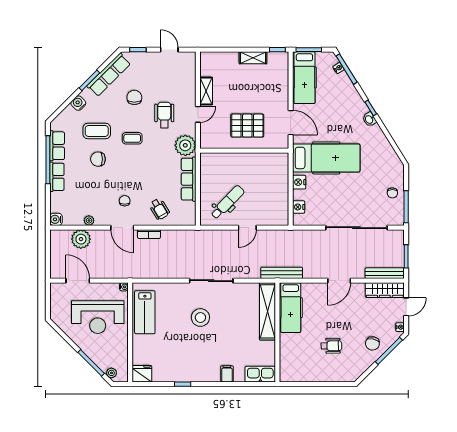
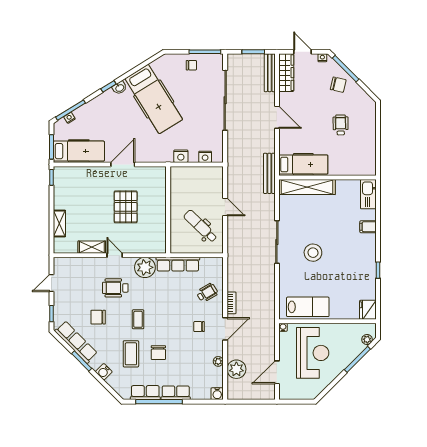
shelving: (253, 58) -> (59, 224), moved
wall: (244, 151) -> (168, 210), moved
hospital bed: (326, 158) -> (154, 99), moved, turned 148

